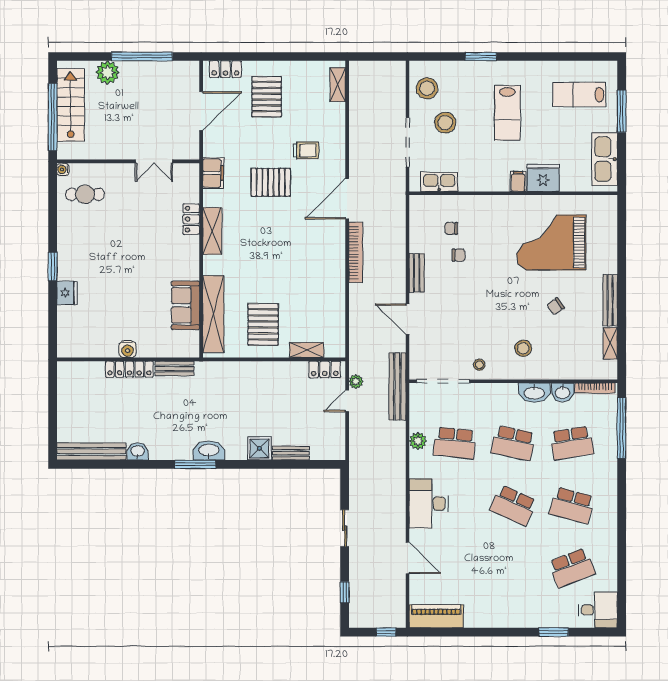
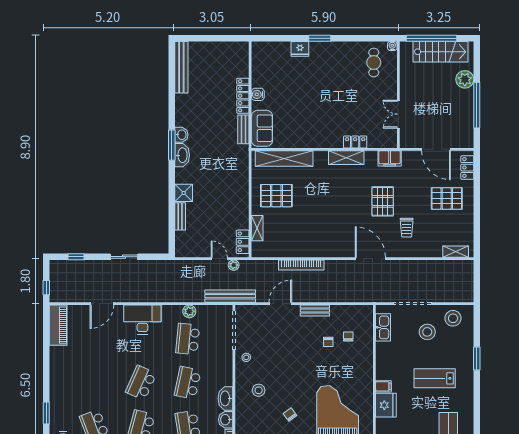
bookcase: (356, 252) -> (301, 265), moved
sofa: (185, 305) -> (262, 128), moved, turned 90
washbasin: (138, 451) -> (181, 135), moved

